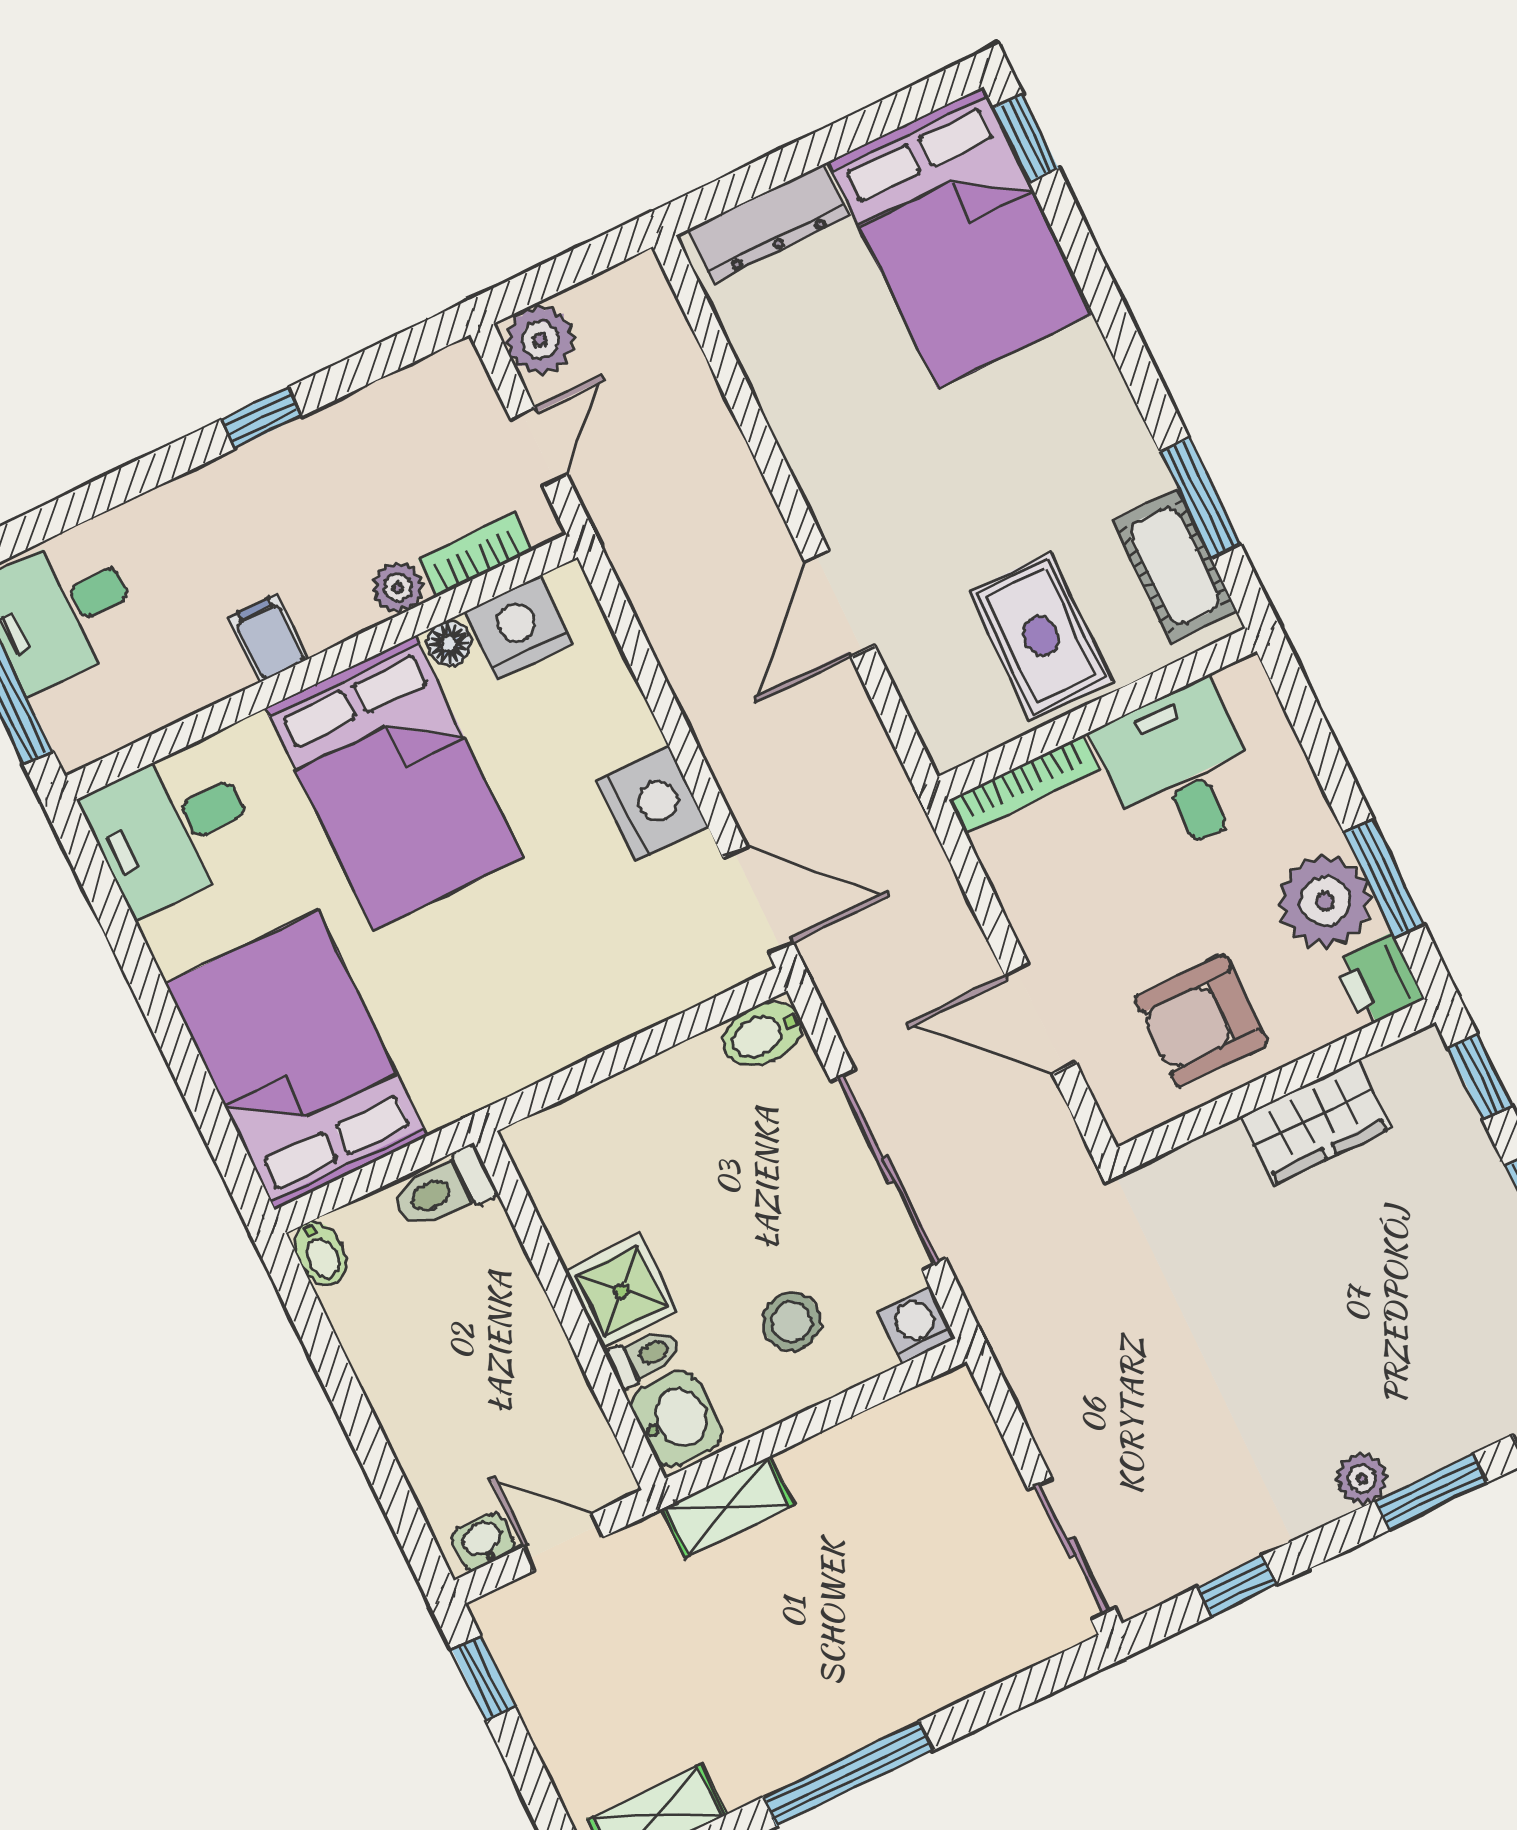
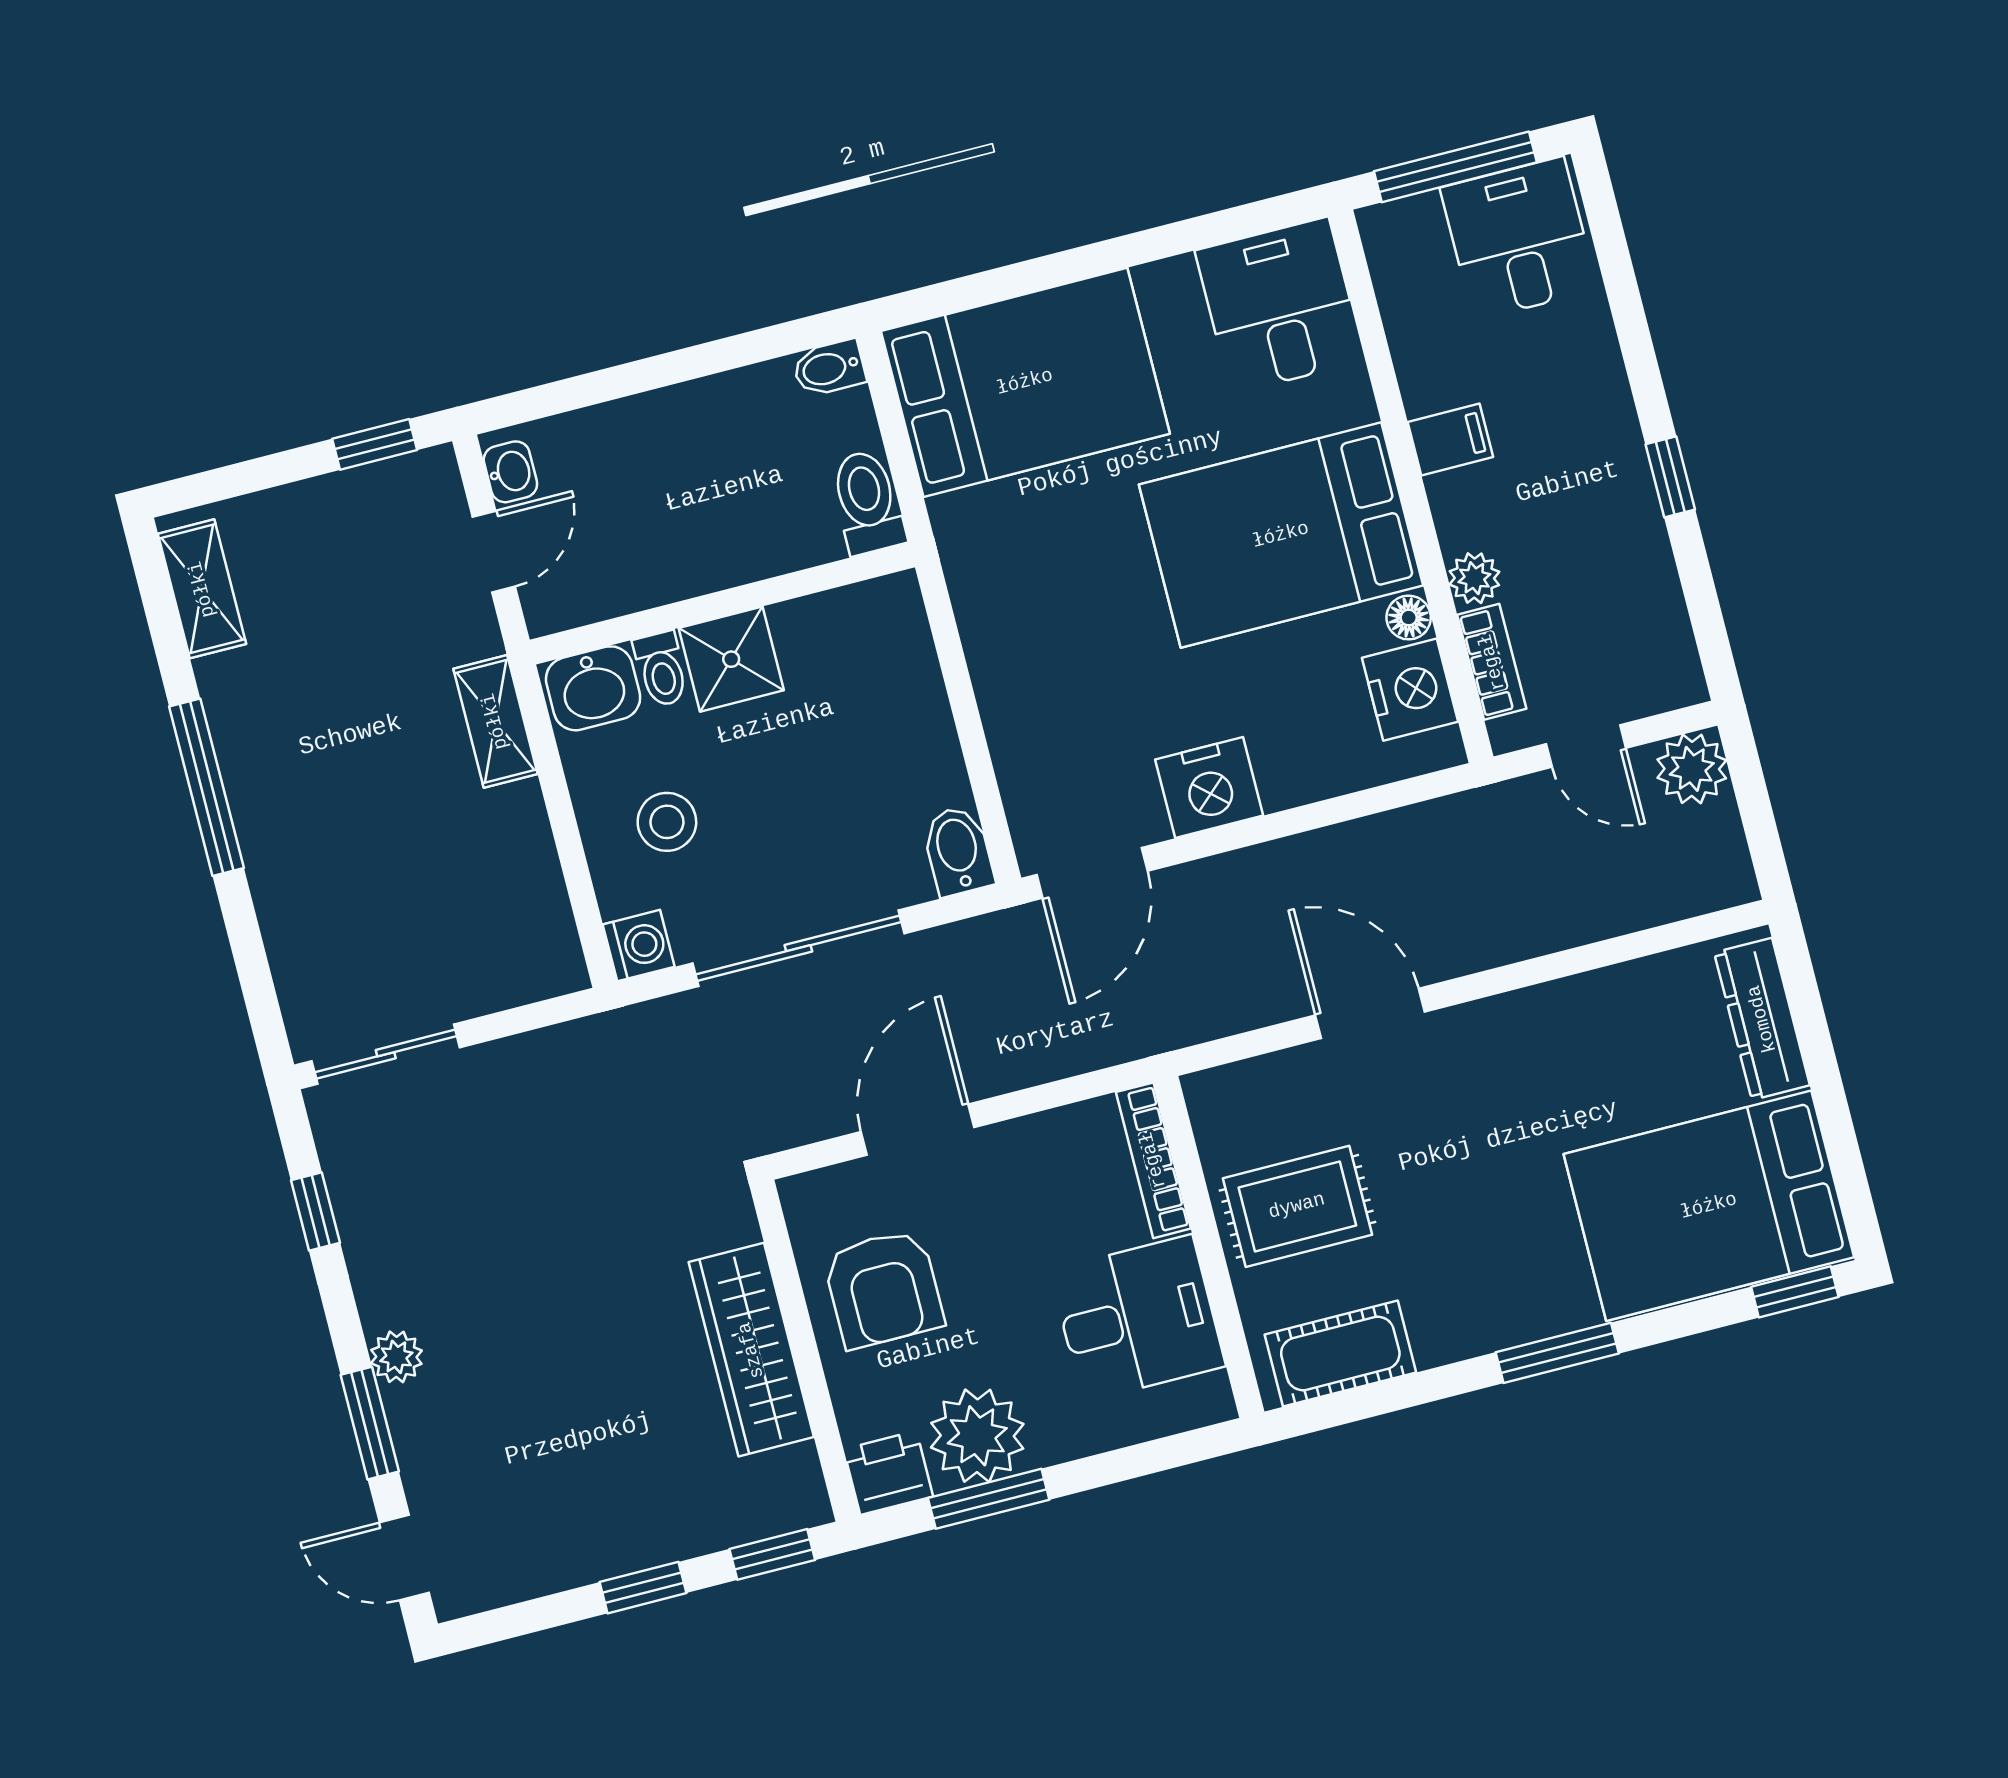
window: (1200, 498) -> (1557, 1353), moved
armchair: (1201, 1021) -> (883, 1289), turned 180
wardrobe: (1315, 1122) -> (751, 1350), width x1.50

